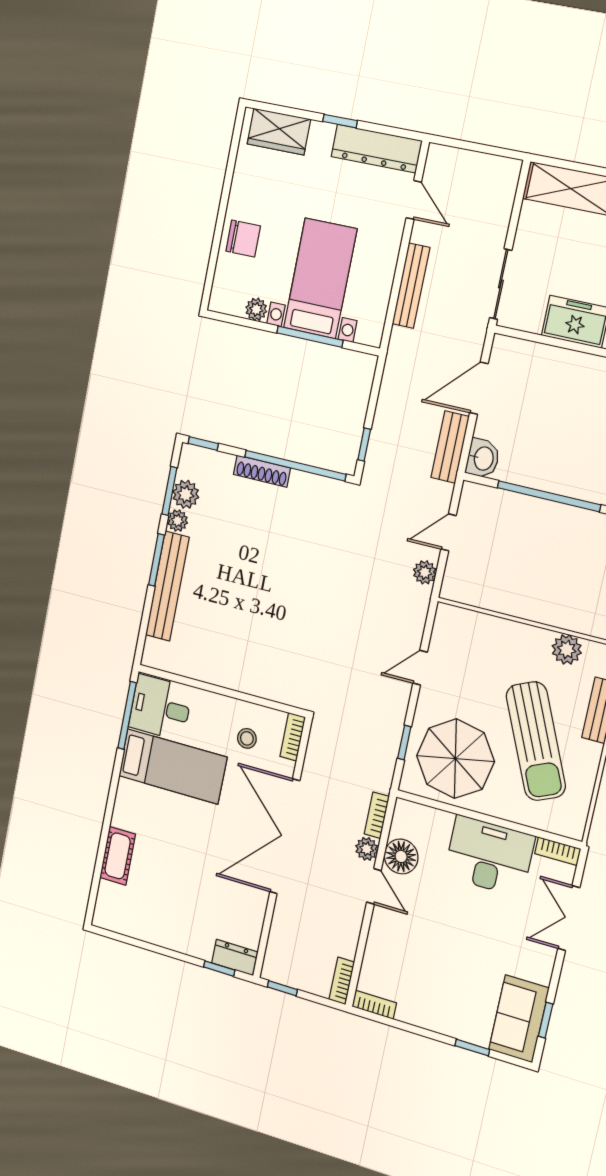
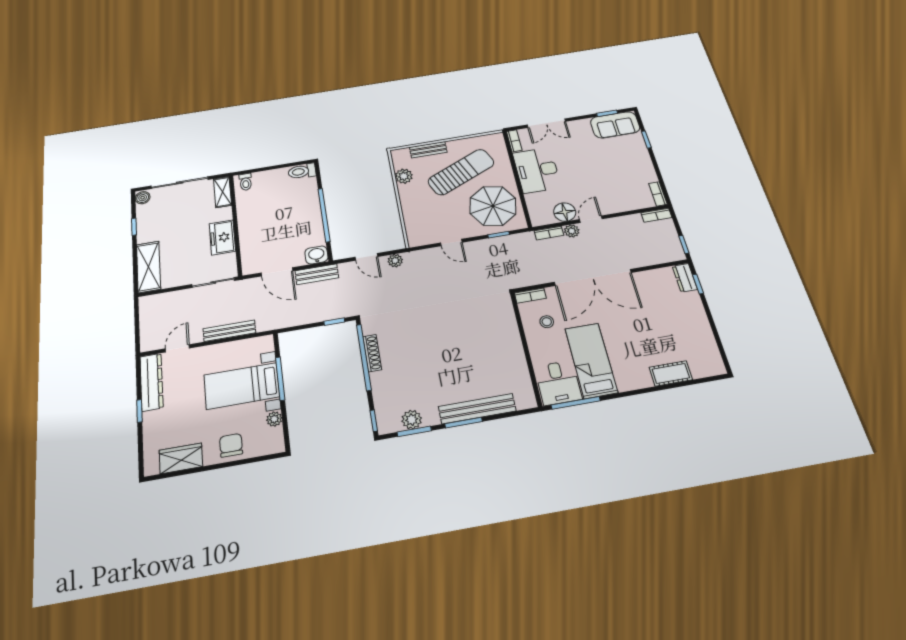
wardrobe: (279, 132) -> (181, 458), moved, turned -90
shoe rack: (262, 471) -> (372, 353), moved
plant: (178, 521) -> (431, 418), removed

